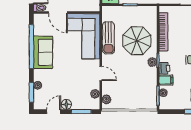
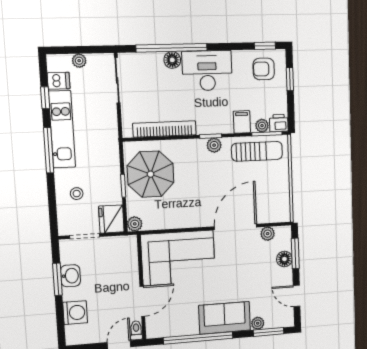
sun lounger: (108, 38) -> (257, 151), moved
parasol: (137, 41) -> (151, 174), moved
sofa: (43, 52) -> (225, 318), moved
printer: (164, 68) -> (279, 123), moved
door: (101, 73) -> (236, 227), width x1.88
plant: (106, 99) -> (135, 224), moved
floor lamp: (66, 104) -> (284, 259), moved

